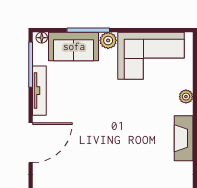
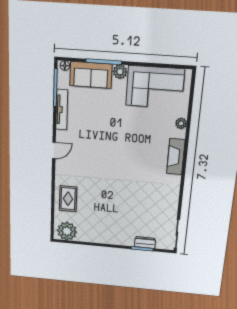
door: (31, 143) -> (54, 150), width x0.53

